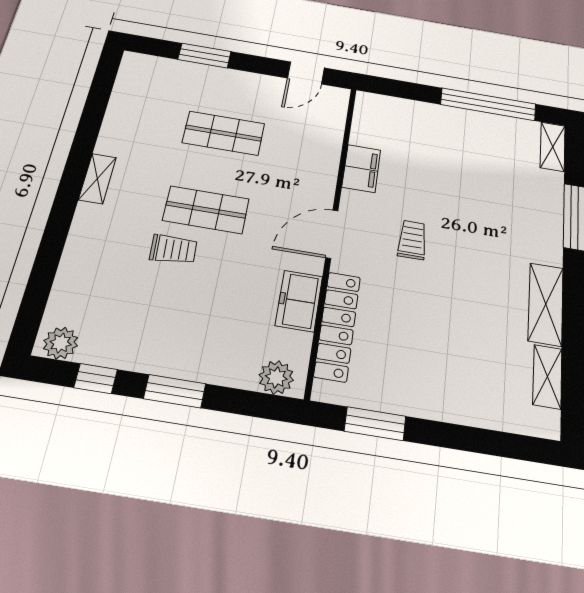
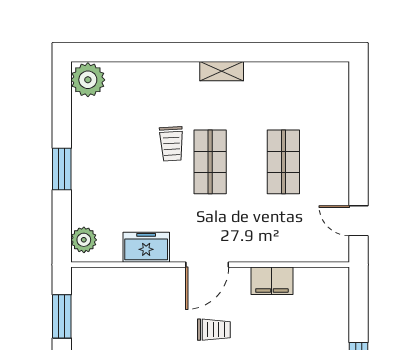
window: (204, 56) -> (359, 130), removed
door: (332, 234) -> (207, 265), swing flipped
locker: (337, 326) -> (131, 279), removed
plant: (61, 343) -> (88, 80), width x1.36, depth x1.36
window: (96, 378) -> (62, 111), removed

